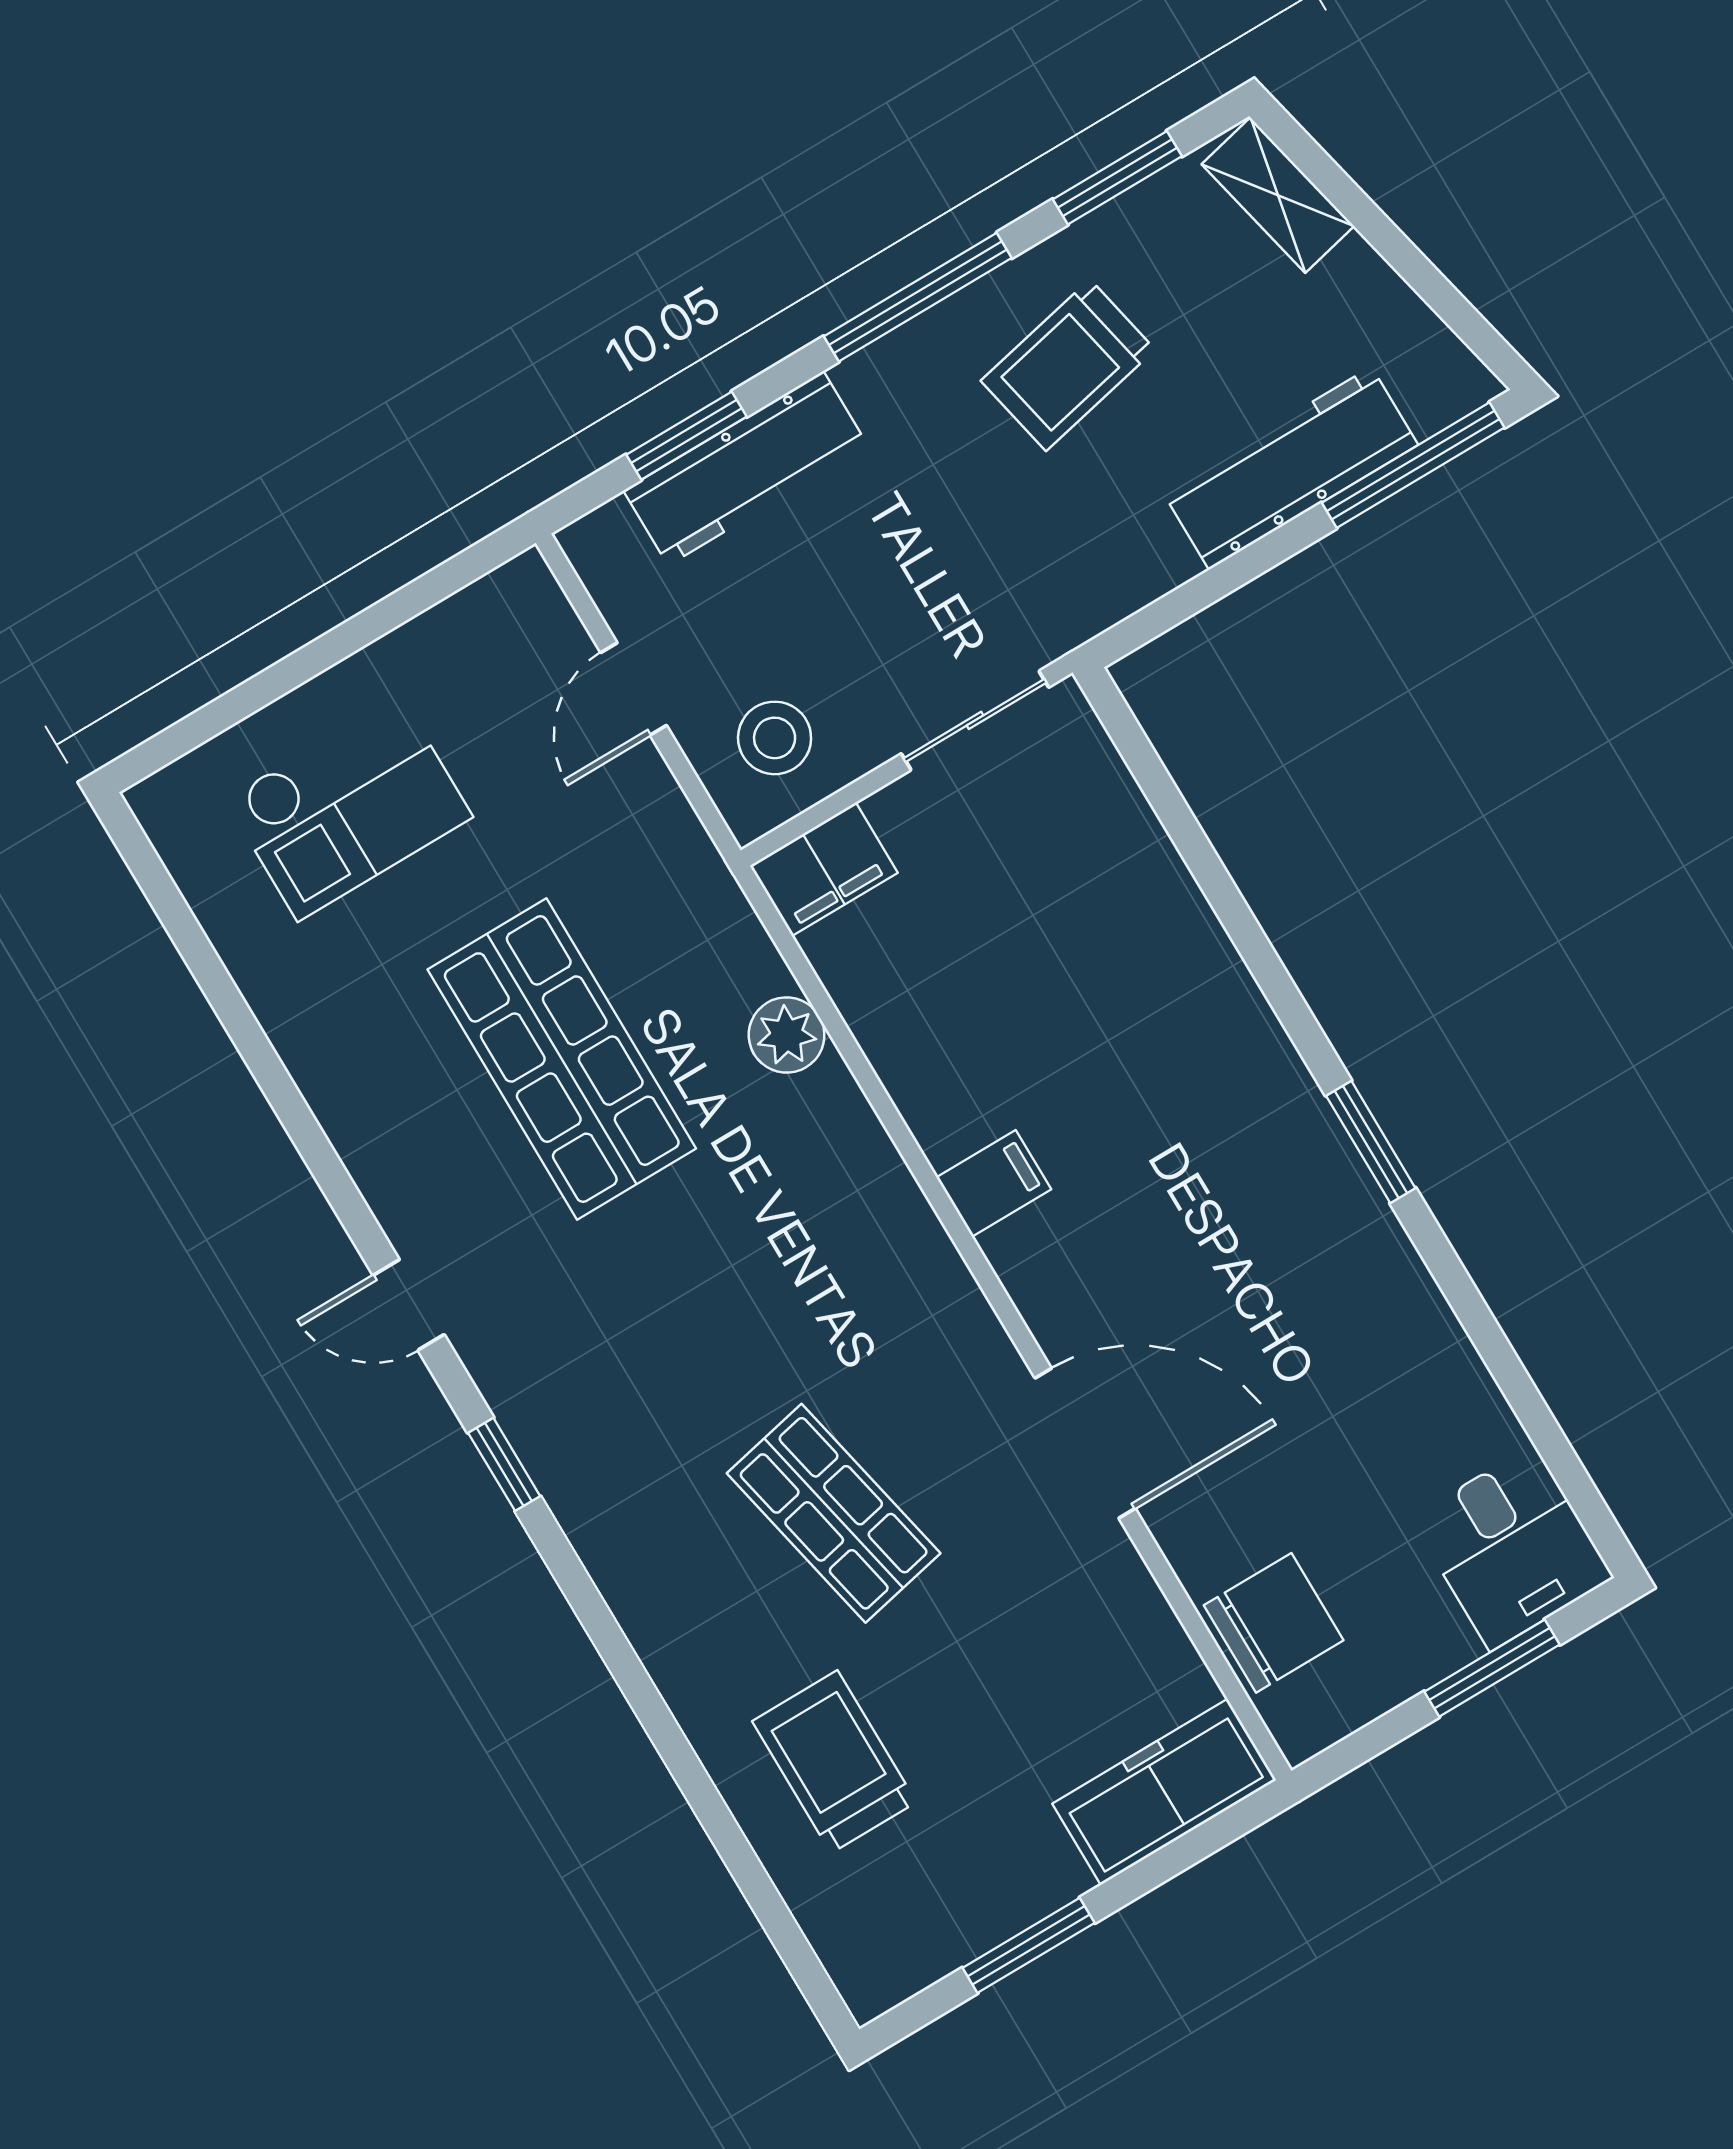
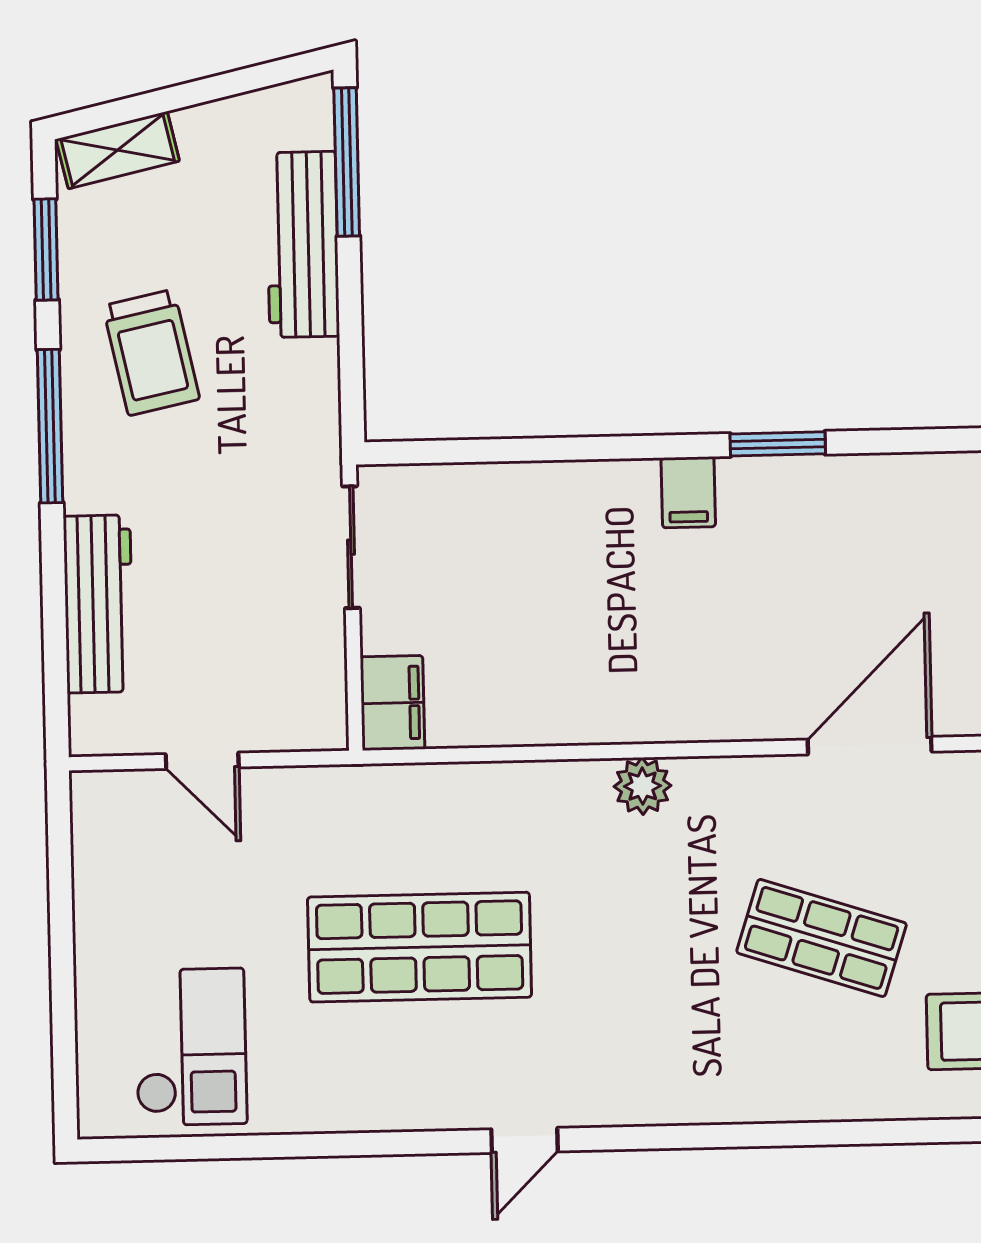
window: (686, 436) -> (55, 631), removed
stool: (775, 738) -> (287, 686), removed
checkout: (349, 808) -> (191, 1047), moved
plant: (787, 1035) -> (642, 786), moved
filing cabinet: (994, 1183) -> (688, 492), moved, turned 180
window: (504, 1464) -> (666, 1137), removed
shop shelf: (834, 1513) -> (822, 938), turned 30

